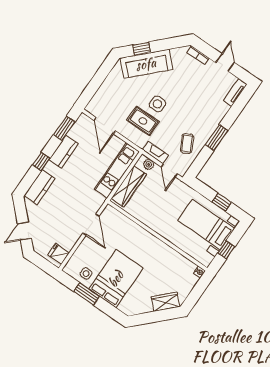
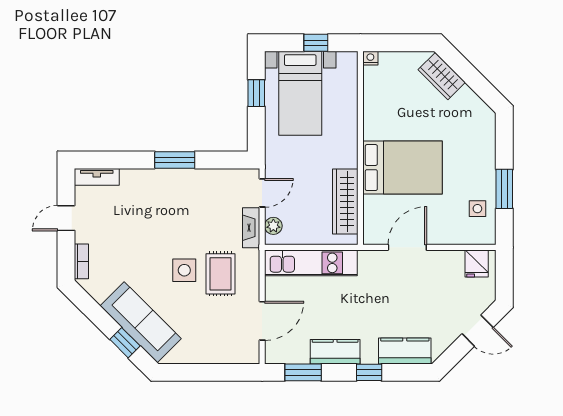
coffee table: (187, 143) -> (210, 194), removed
wardrobe: (129, 186) -> (345, 201), moved, turned -90
bed: (116, 279) -> (403, 168), moved, turned 180

